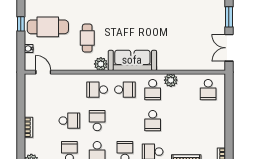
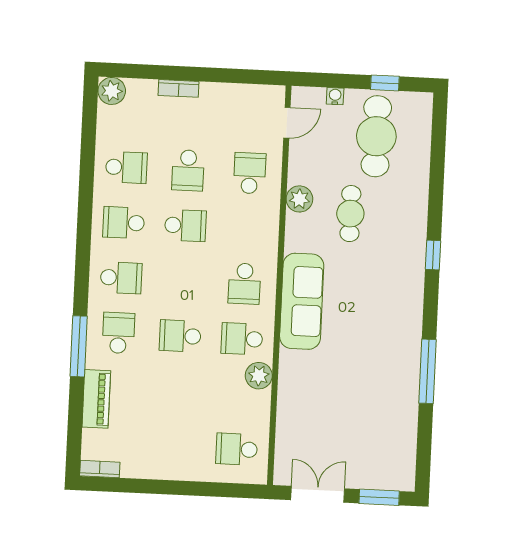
cafe table: (87, 38) -> (350, 214), turned 90
plant: (101, 64) -> (299, 199), moved
school desk: (97, 90) -> (250, 173), moved

